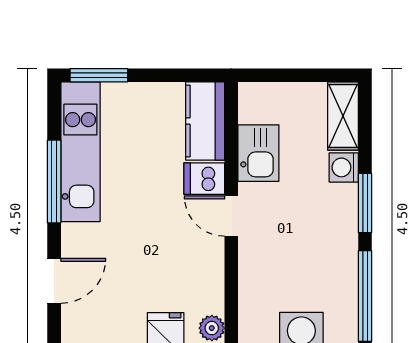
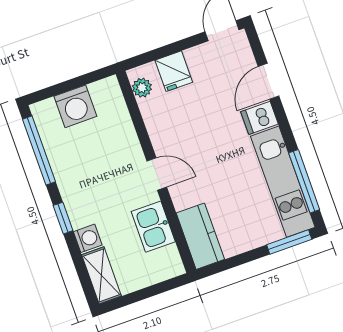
dishwasher: (204, 179) -> (259, 118), moved, turned 180
window: (54, 181) -> (304, 181), moved
window: (365, 203) -> (63, 218), width x0.67

